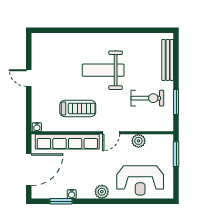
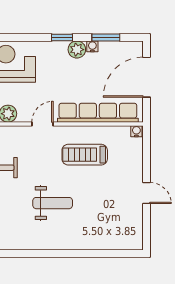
weight bench: (103, 70) -> (53, 203), width x0.73, depth x0.75
plant: (102, 192) -> (77, 50), moved
window: (96, 201) -> (62, 38), added

